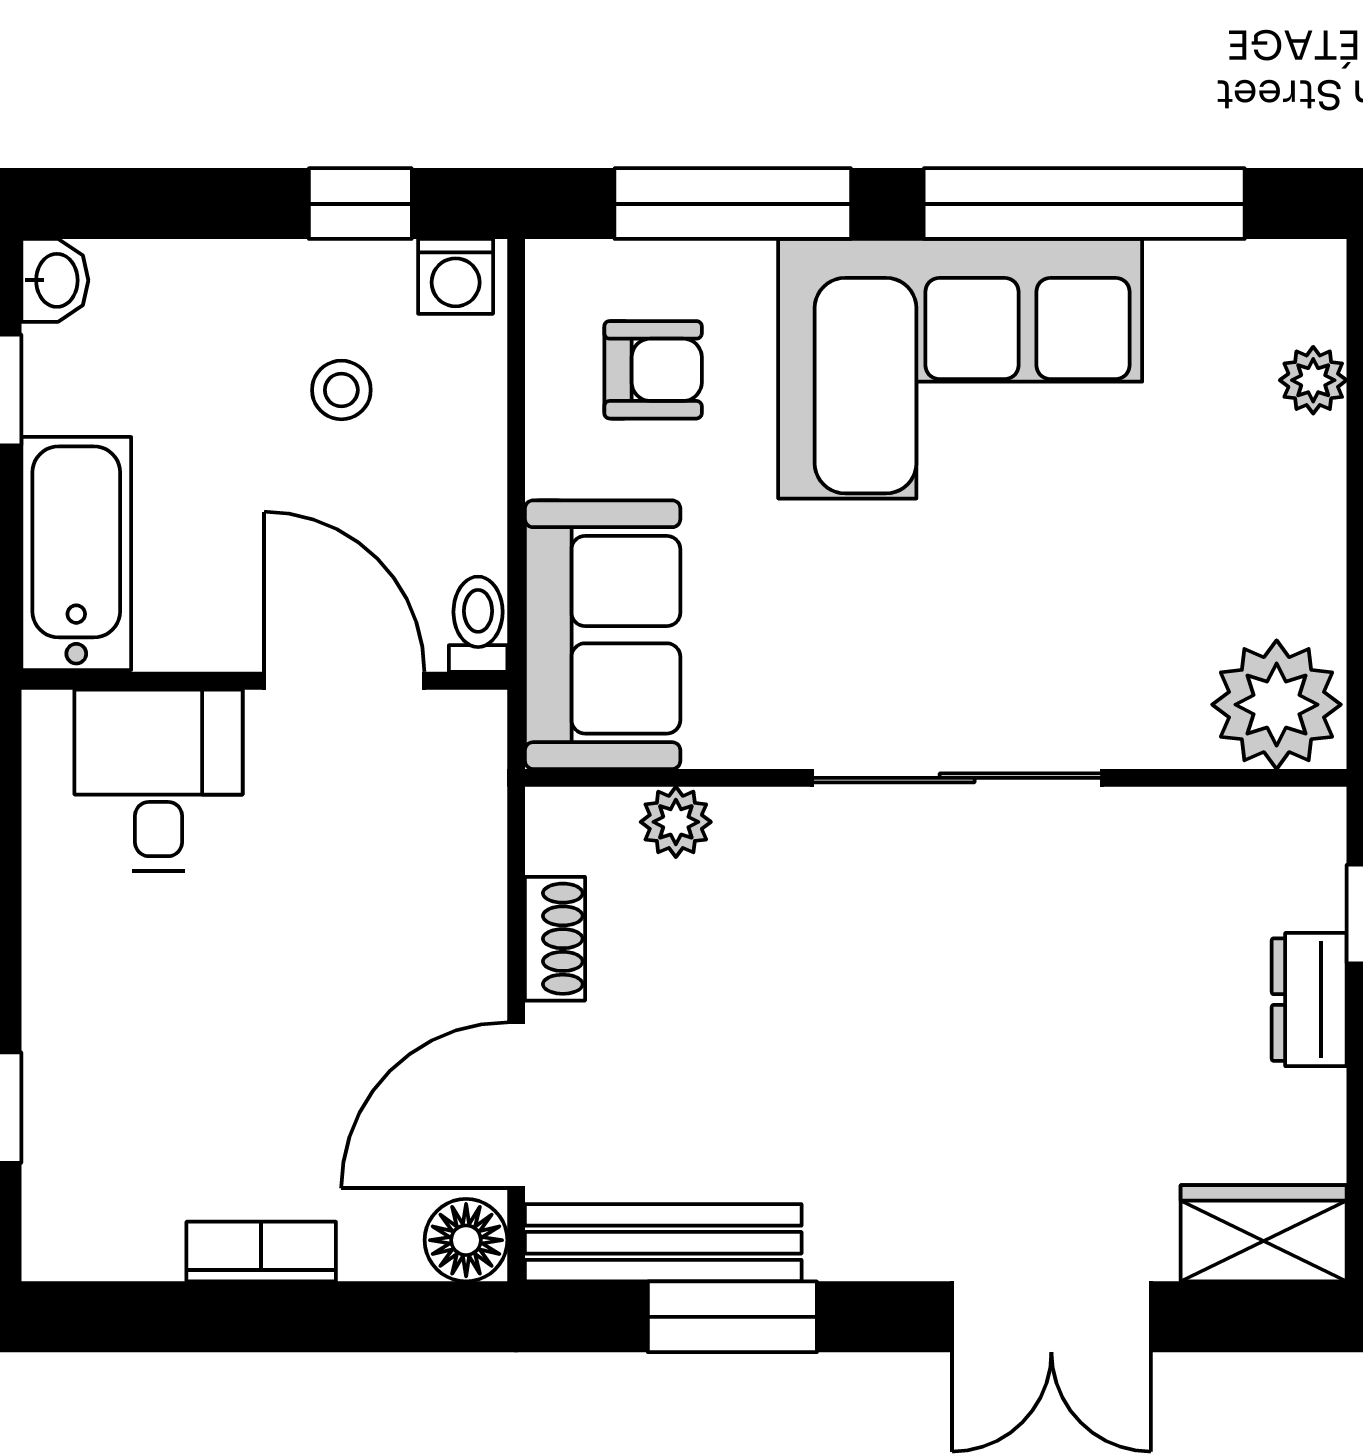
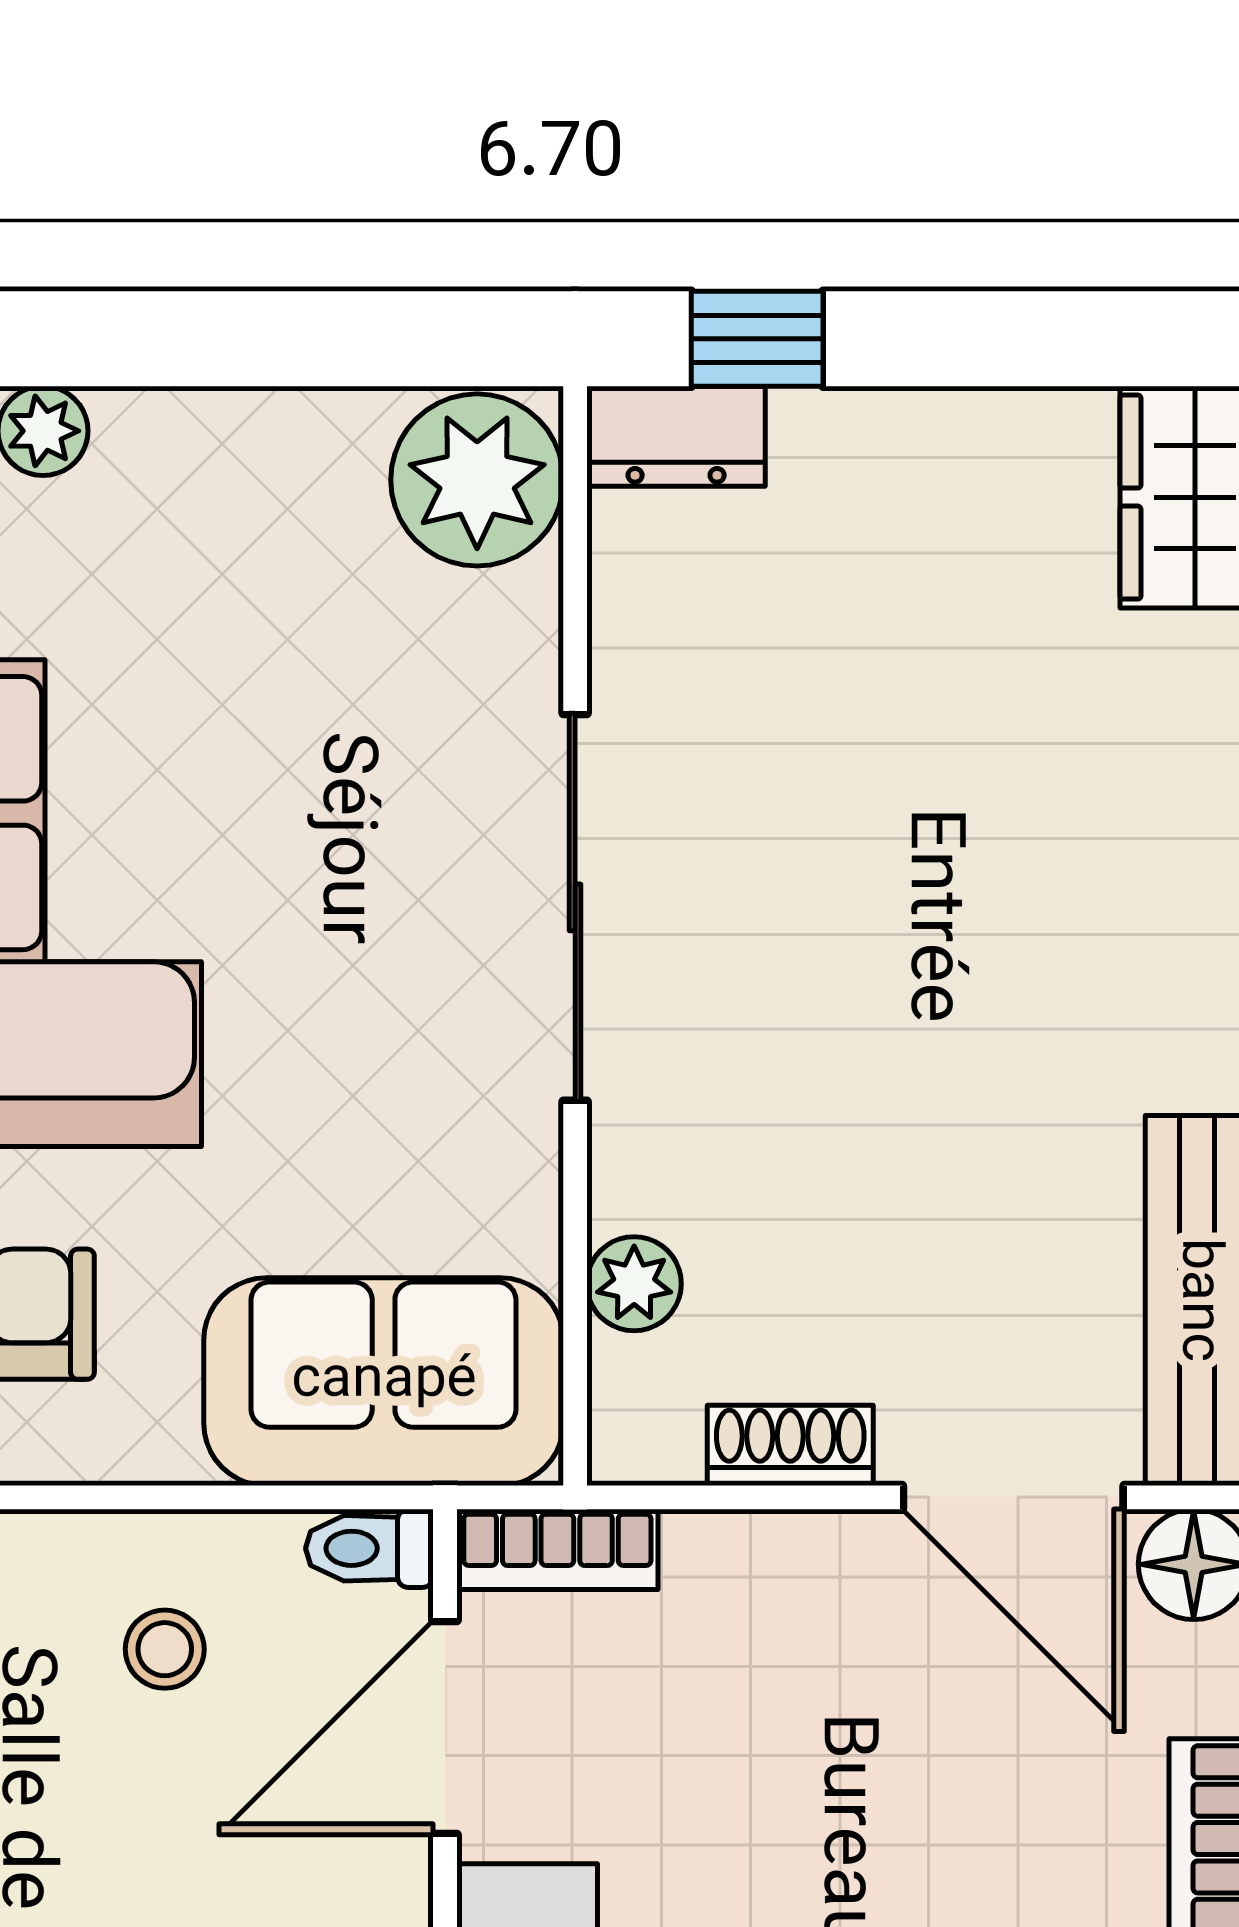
stool: (341, 390) -> (165, 1649), moved
bookcase: (477, 765) -> (557, 1549), added
dresser: (1309, 1000) -> (676, 436), moved

